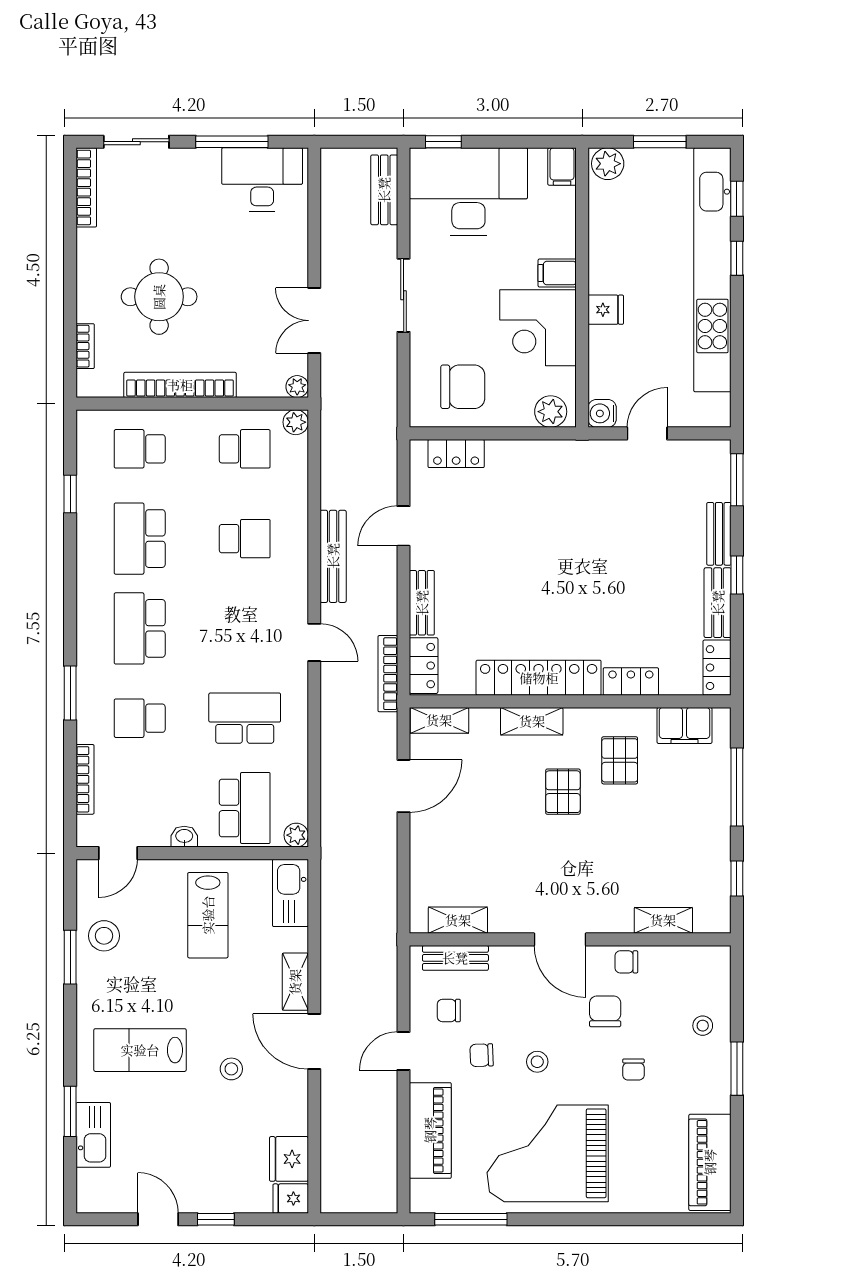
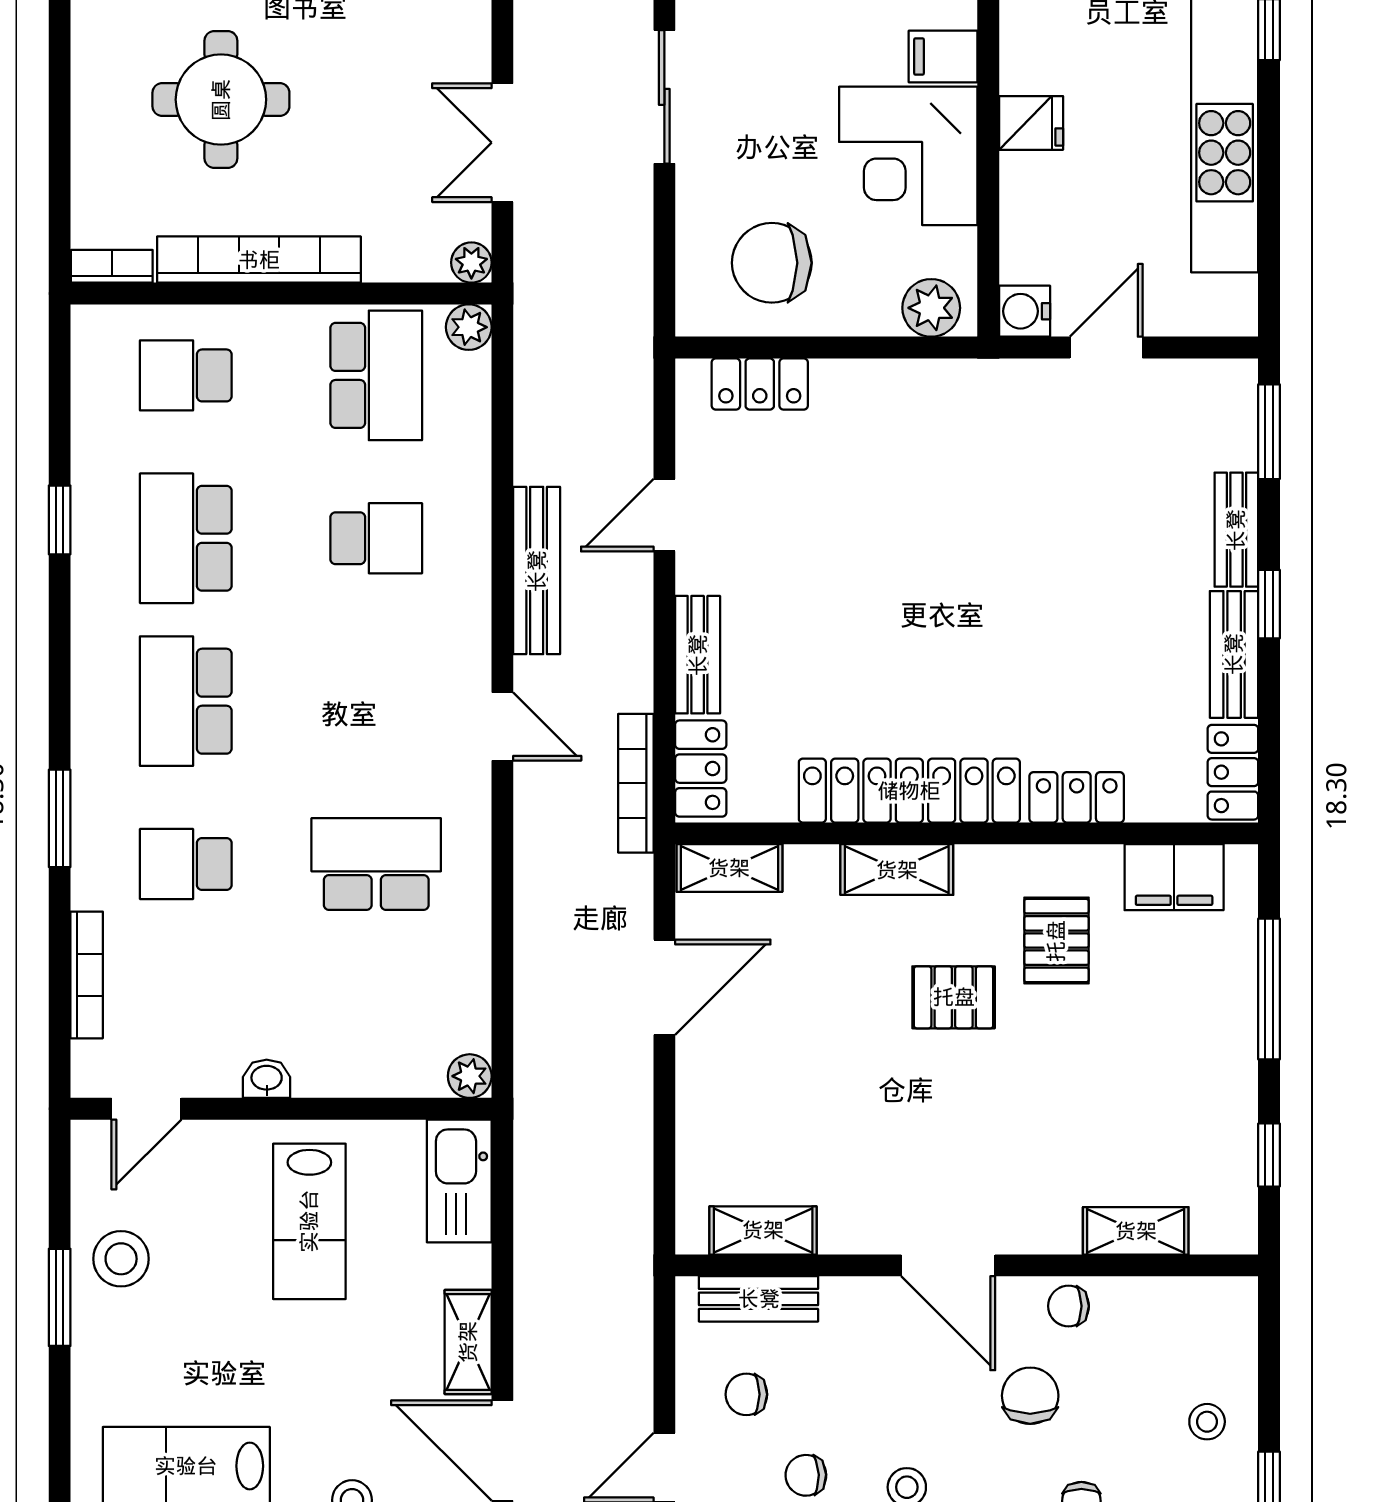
bookcase: (85, 346) -> (112, 266), moved, turned -90
chair: (463, 387) -> (772, 263), turned 180
school desk: (245, 449) -> (376, 375), width x1.85
window: (70, 494) -> (60, 520), moved
pallet: (563, 792) -> (954, 997), turned 90
school desk: (245, 808) -> (376, 1027), removed

